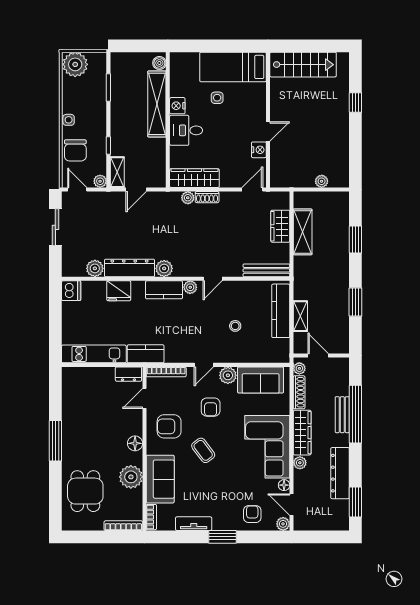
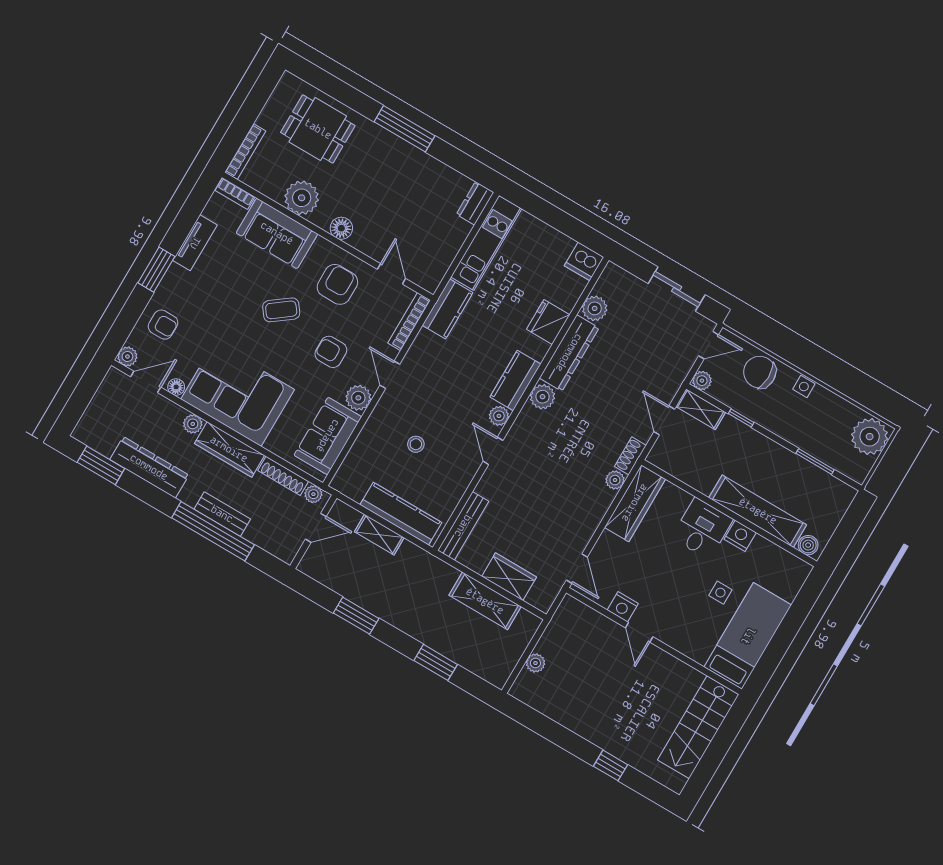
shoe rack: (207, 197) -> (630, 456), moved
dresser: (128, 374) -> (475, 203), moved

